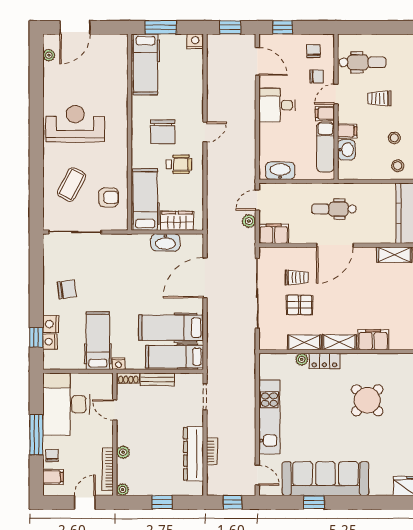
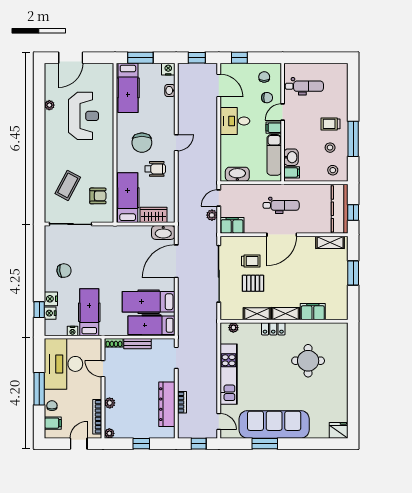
plant: (49, 55) -> (49, 105), moved
washbasin: (197, 68) -> (170, 90), added
trolley: (379, 98) -> (331, 124), moved
reception desk: (75, 124) -> (83, 116), moved, turned 90
filing cabinet: (347, 131) -> (292, 172), moved
dental chair: (334, 209) -> (281, 205), turned 180
washbasin: (165, 242) -> (163, 232), moved
plant: (302, 359) -> (233, 328), moved
nightstand: (119, 364) -> (72, 331), moved
round table: (367, 400) -> (308, 361), turned 45
window: (314, 502) -> (265, 444), width x1.50

